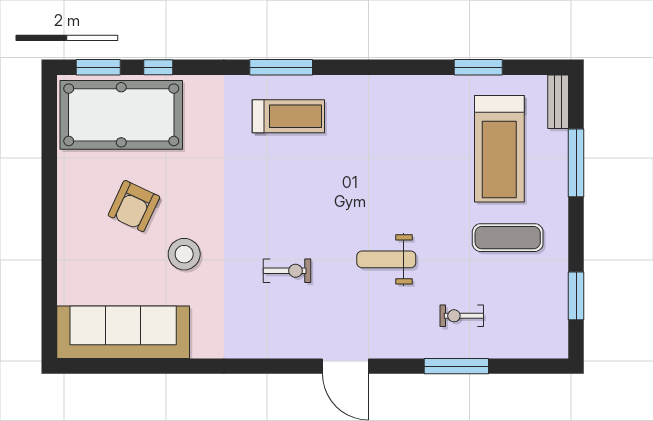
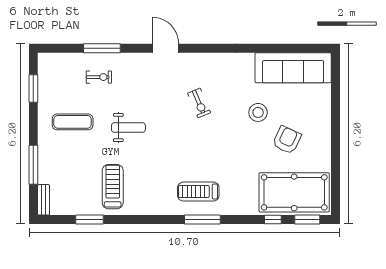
treadmill: (499, 149) -> (113, 187), moved, width x0.73, depth x0.73
weight bench: (386, 259) -> (128, 128), moved
exercise bike: (287, 271) -> (199, 103), turned -113

